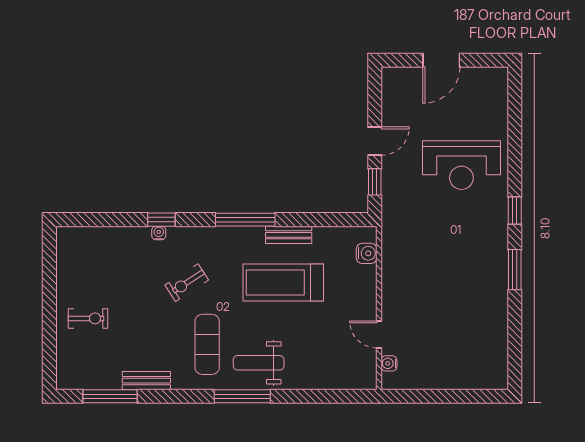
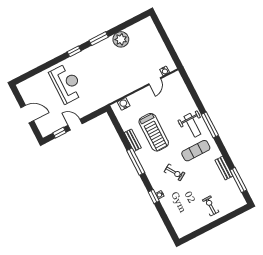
window: (375, 182) -> (59, 133), moved
plant: (492, 311) -> (121, 39), added

